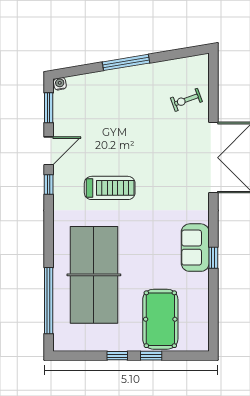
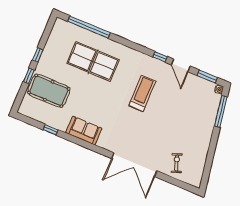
window: (126, 62) -> (221, 111), moved
treadmill: (110, 188) -> (142, 93), turned 180
window: (213, 258) -> (51, 130), moved
table tennis table: (94, 275) -> (93, 61), width x0.73, depth x0.76

